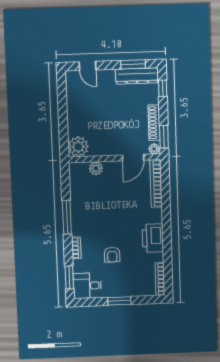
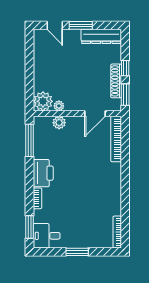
window: (133, 64) -> (81, 25), moved
window: (163, 88) -> (125, 68), moved
plant: (154, 149) -> (59, 106), moved
window: (67, 217) -> (29, 140), moved
printer: (153, 238) -> (43, 173), moved, turned 180
armchair: (112, 255) -> (72, 206), removed

